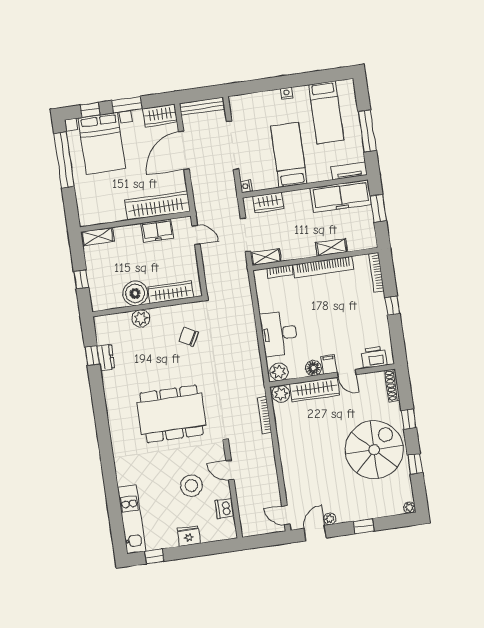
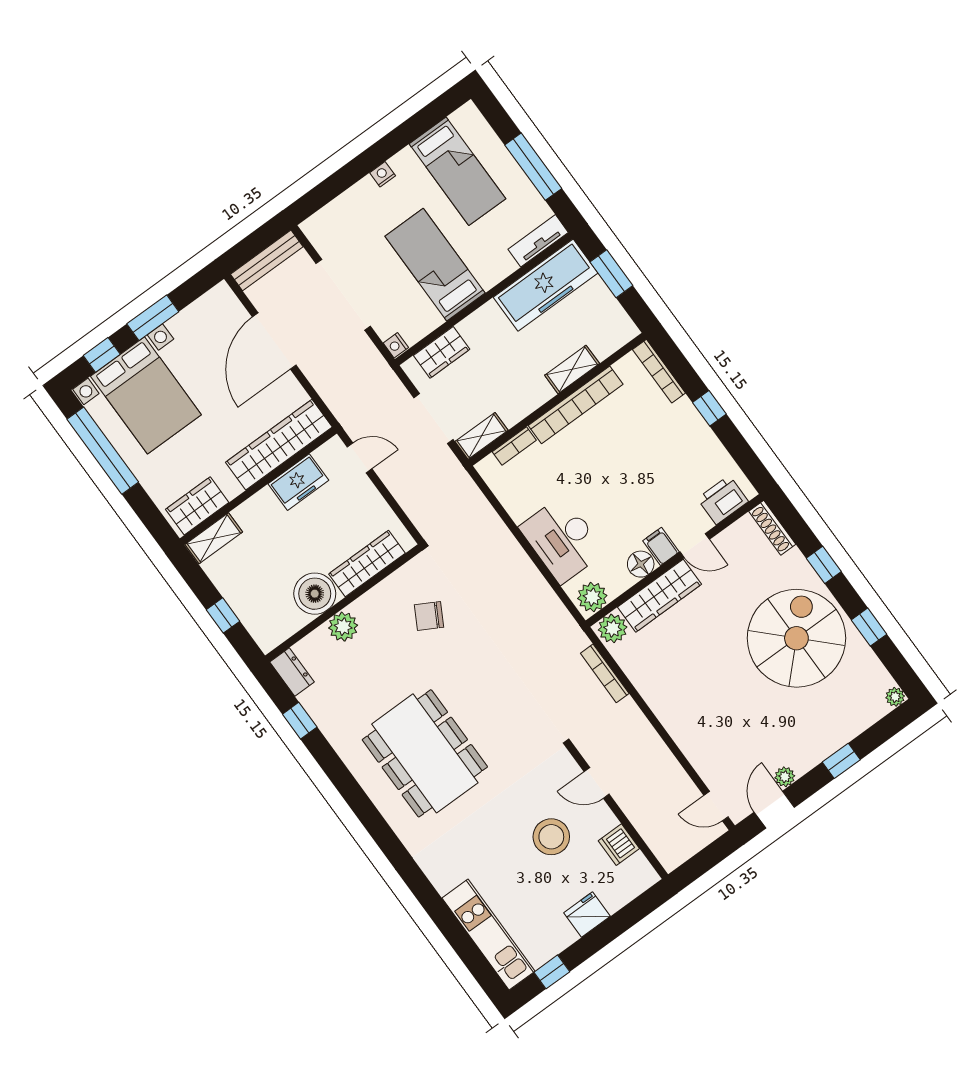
wardrobe: (160, 116) -> (197, 506), moved, turned 180
dresser: (106, 357) -> (292, 672), moved
dining table: (172, 414) -> (425, 753), moved, turned 90

